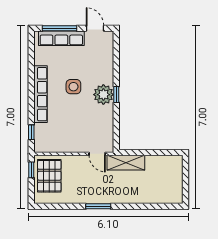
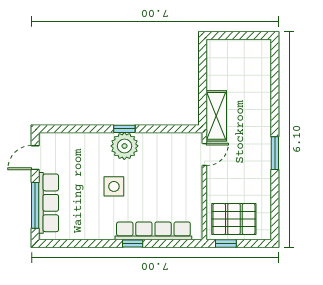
row of seats: (40, 94) -> (153, 231), moved
window: (31, 132) -> (133, 243), moved

